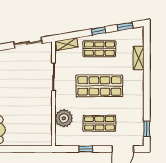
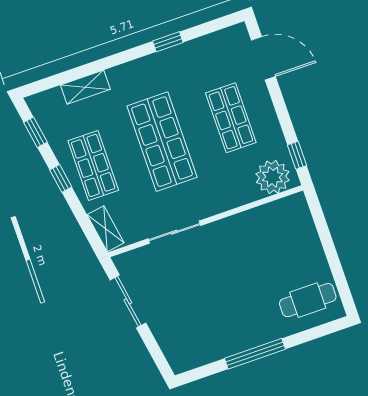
plant: (64, 118) -> (273, 177), moved
window: (147, 129) -> (168, 42), moved
window: (86, 149) -> (297, 155), moved

